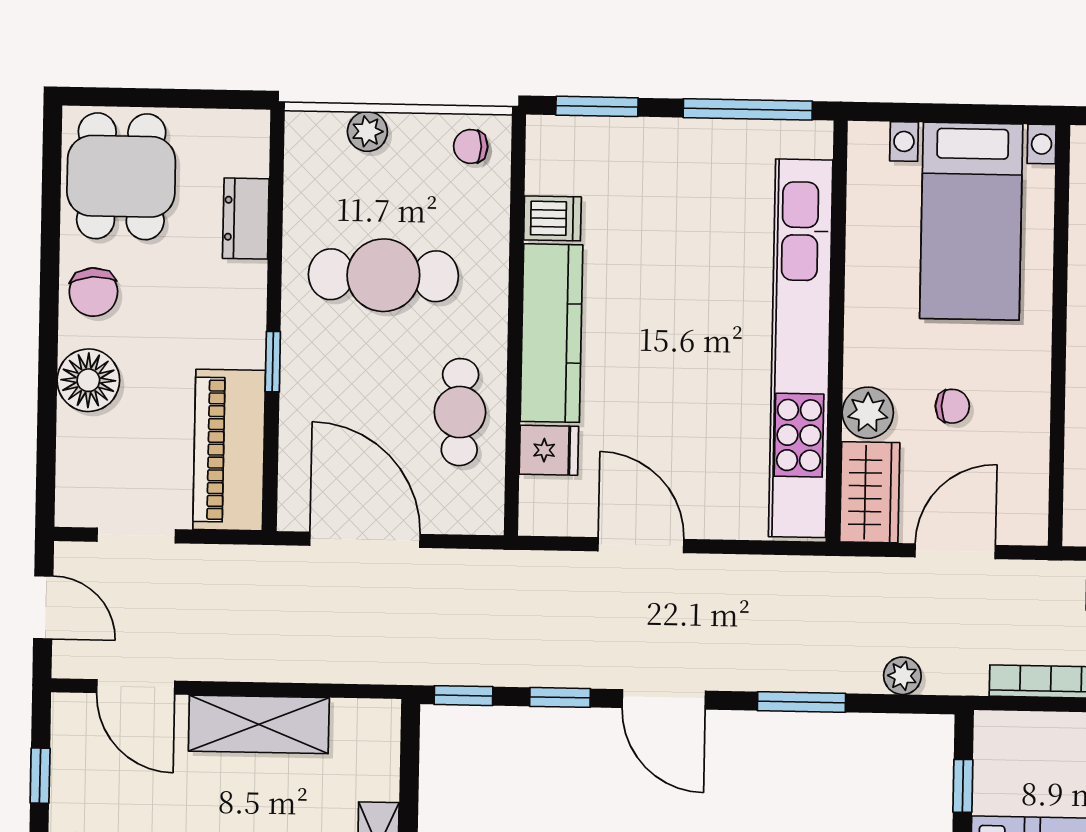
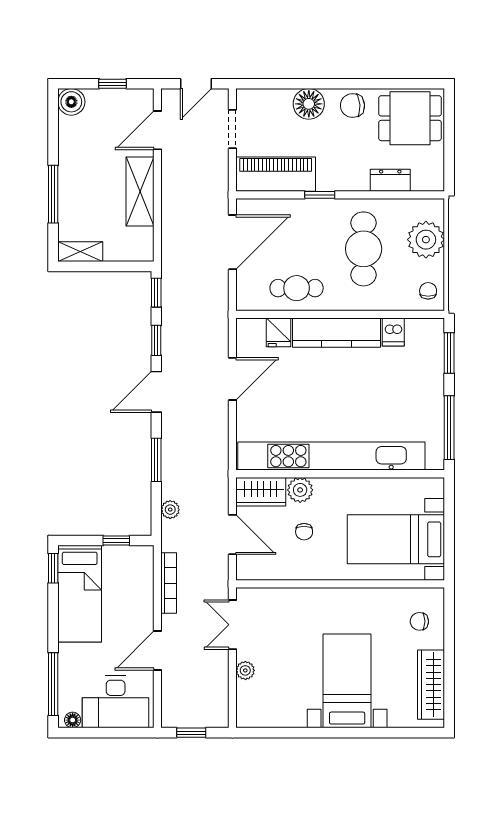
plant: (367, 131) -> (426, 240), width x1.88, depth x1.88

